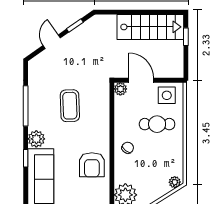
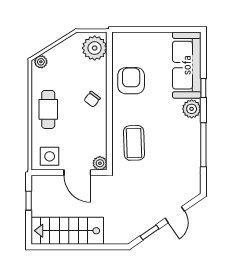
window: (186, 37) -> (29, 201), moved
coffee table: (70, 106) -> (134, 143), moved
cafe table: (157, 124) -> (48, 109), moved, turned 90

